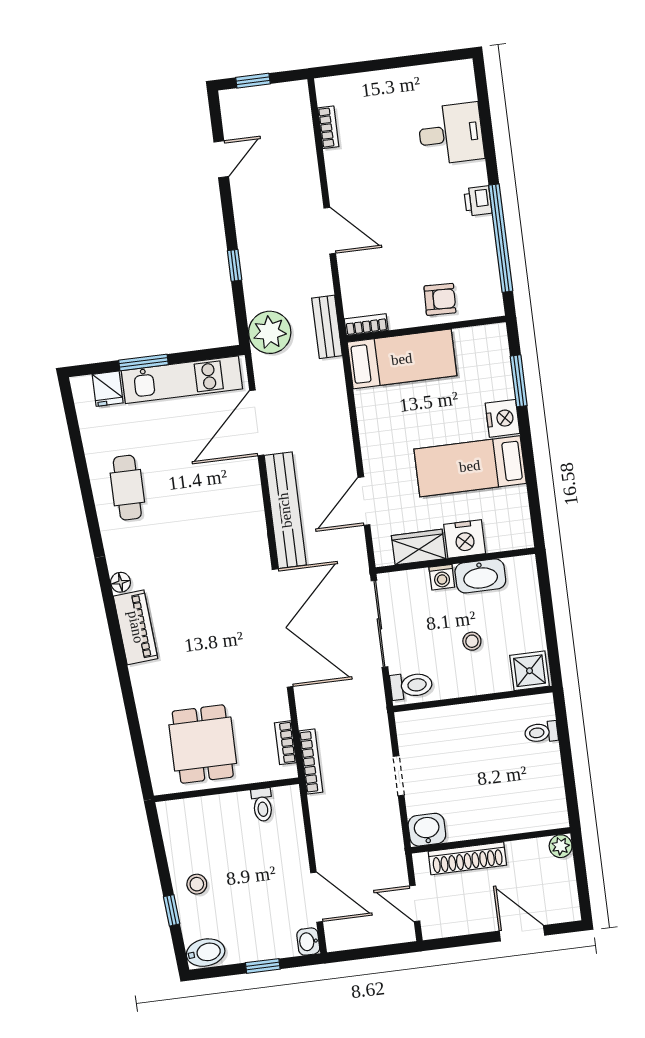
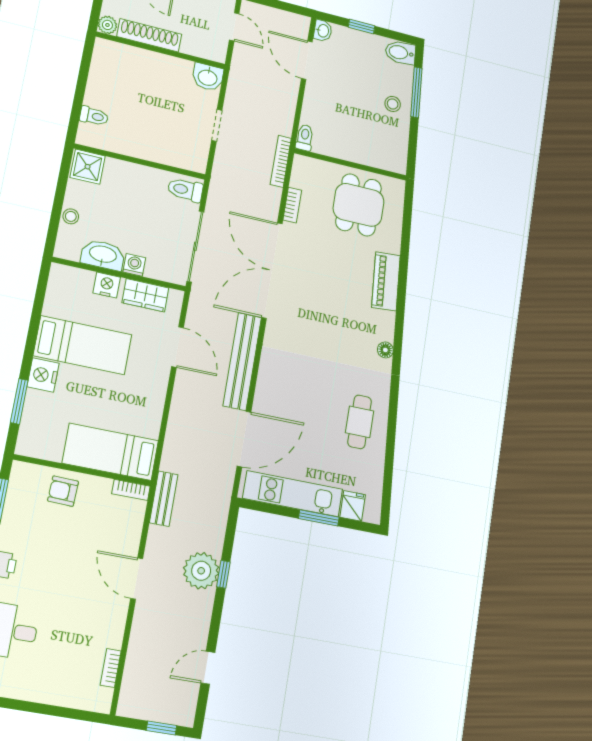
plant: (270, 332) -> (201, 571), moved
door: (364, 501) -> (178, 347), hinge flipped
nightstand: (465, 539) -> (107, 285), width x0.74, depth x0.75
piano: (136, 627) -> (386, 281), moved
stool: (472, 641) -> (71, 216), moved
bookcase: (285, 743) -> (292, 205), moved
toilet: (262, 805) -> (305, 138), moved
shoe rack: (467, 858) -> (149, 35), moved
window: (172, 910) -> (416, 92), width x2.17

